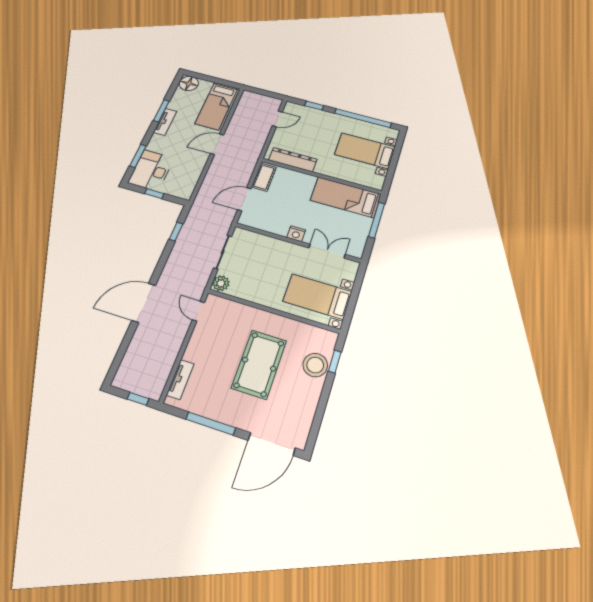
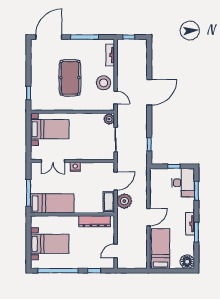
plant: (242, 172) -> (124, 201), added
stool: (315, 365) -> (104, 83), moved

